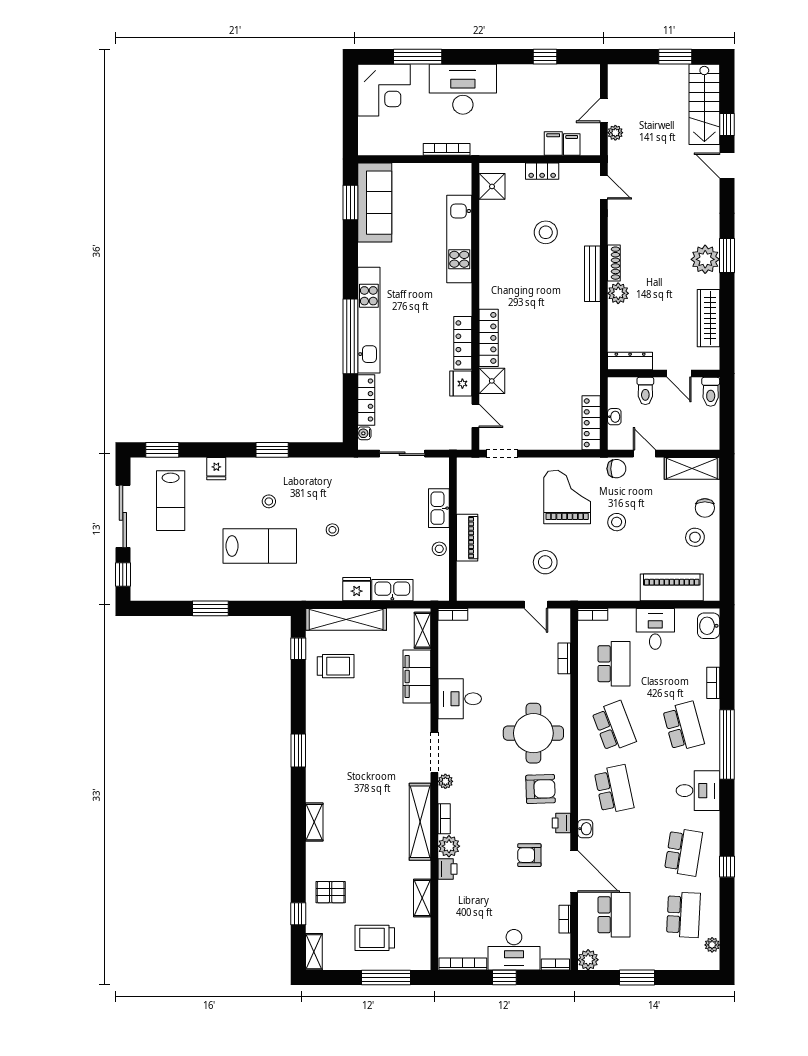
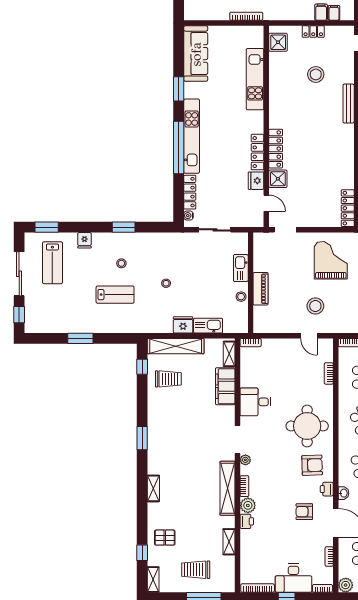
window: (350, 203) -> (179, 89), moved
lab bench: (260, 546) -> (115, 295), width x0.73, depth x0.72

